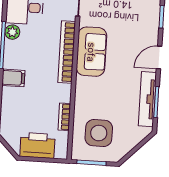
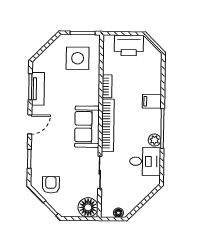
tv unit: (147, 99) -> (38, 89), width x0.71
bookcase: (64, 117) -> (107, 86), moved

